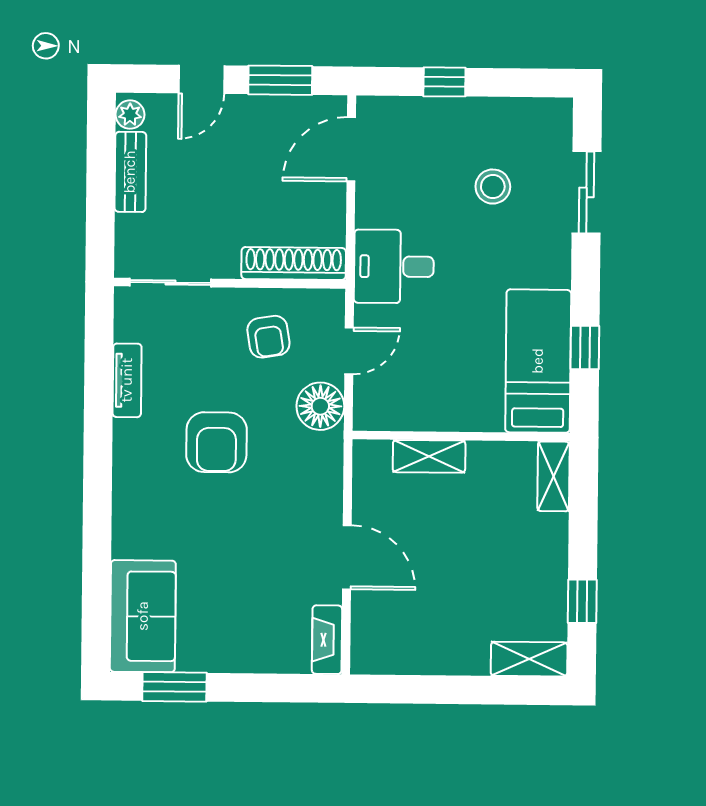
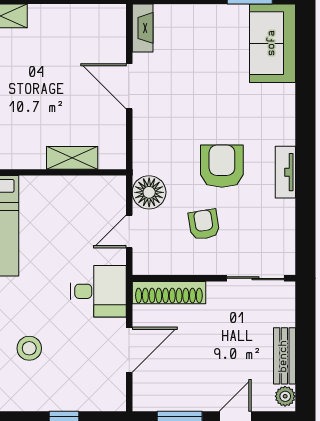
door: (351, 149) -> (129, 350), moved
armchair: (268, 337) -> (204, 224), moved
tv unit: (127, 380) -> (285, 172), moved

